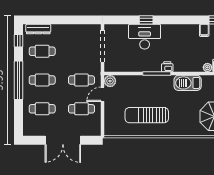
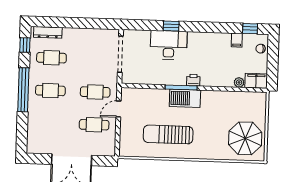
plant: (110, 81) -> (128, 94), removed
barbecue: (188, 83) -> (185, 98), moved
cafe table: (42, 109) -> (49, 123), removed

